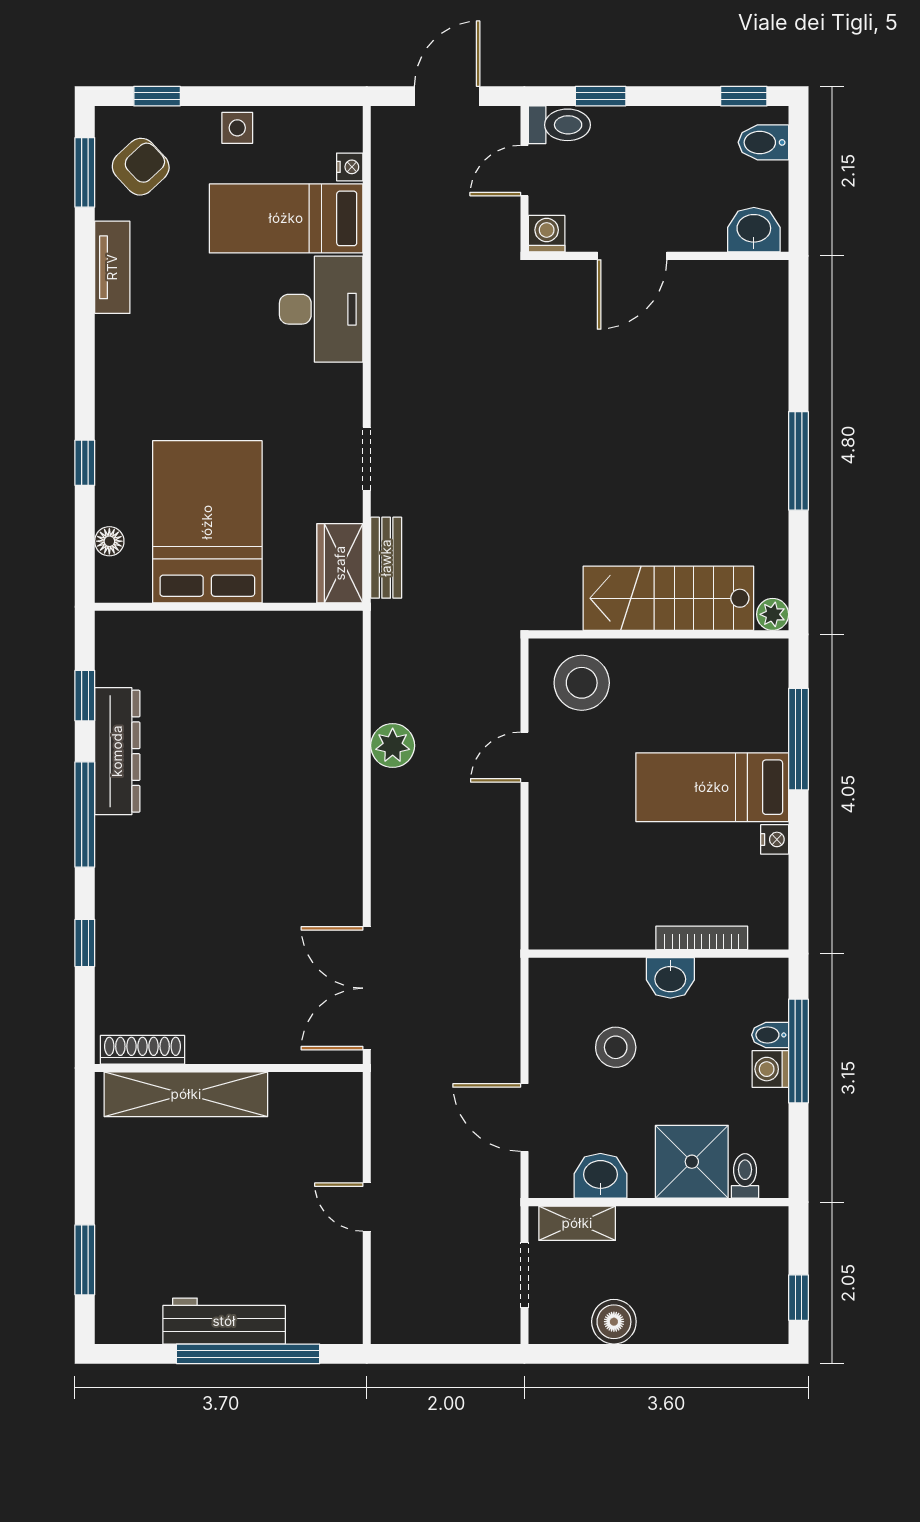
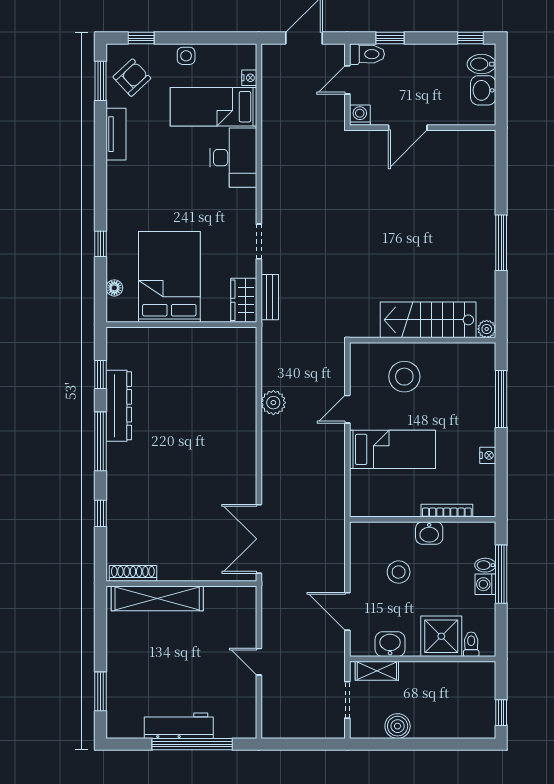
washbasin: (754, 230) -> (483, 90), moved, turned -90
stool: (582, 683) -> (404, 377), moved
bed: (712, 787) -> (392, 449), moved, turned 180

